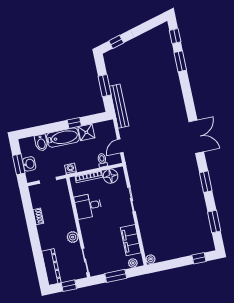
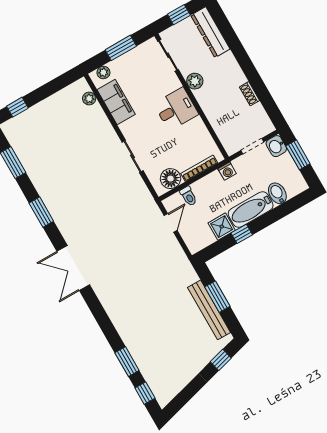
bench: (119, 106) -> (209, 310), moved
washbasin: (29, 164) -> (276, 146), moved
desk: (88, 206) -> (176, 109), moved
plant: (151, 259) -> (89, 99), moved

